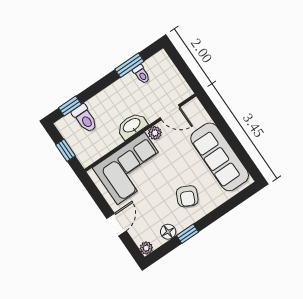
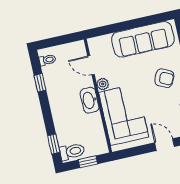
window: (129, 65) -> (40, 83), width x0.67
toilet: (141, 74) -> (47, 60), moved
door: (170, 112) -> (91, 65), swing flipped
toilet: (85, 119) -> (72, 151), moved

